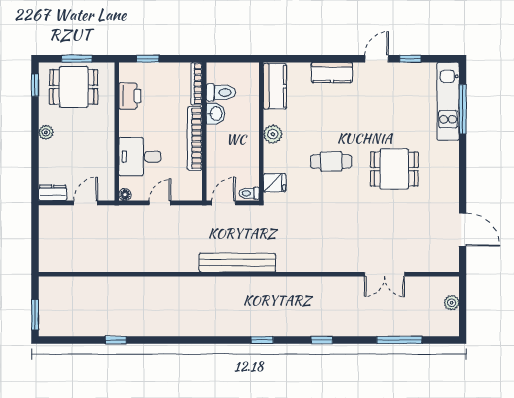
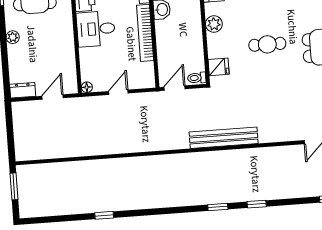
desk: (140, 157) -> (96, 29), moved
bench: (237, 263) -> (224, 138), moved
window: (35, 315) -> (14, 186), moved
window: (116, 340) -> (104, 215), moved
window: (322, 340) -> (257, 204), moved

